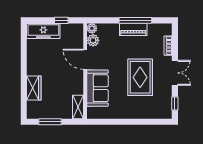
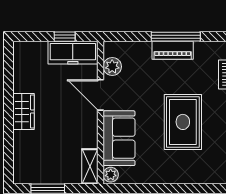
plant: (92, 28) -> (111, 175), moved
freezer: (43, 31) -> (73, 53), moved
wardrobe: (34, 88) -> (23, 111), moved

